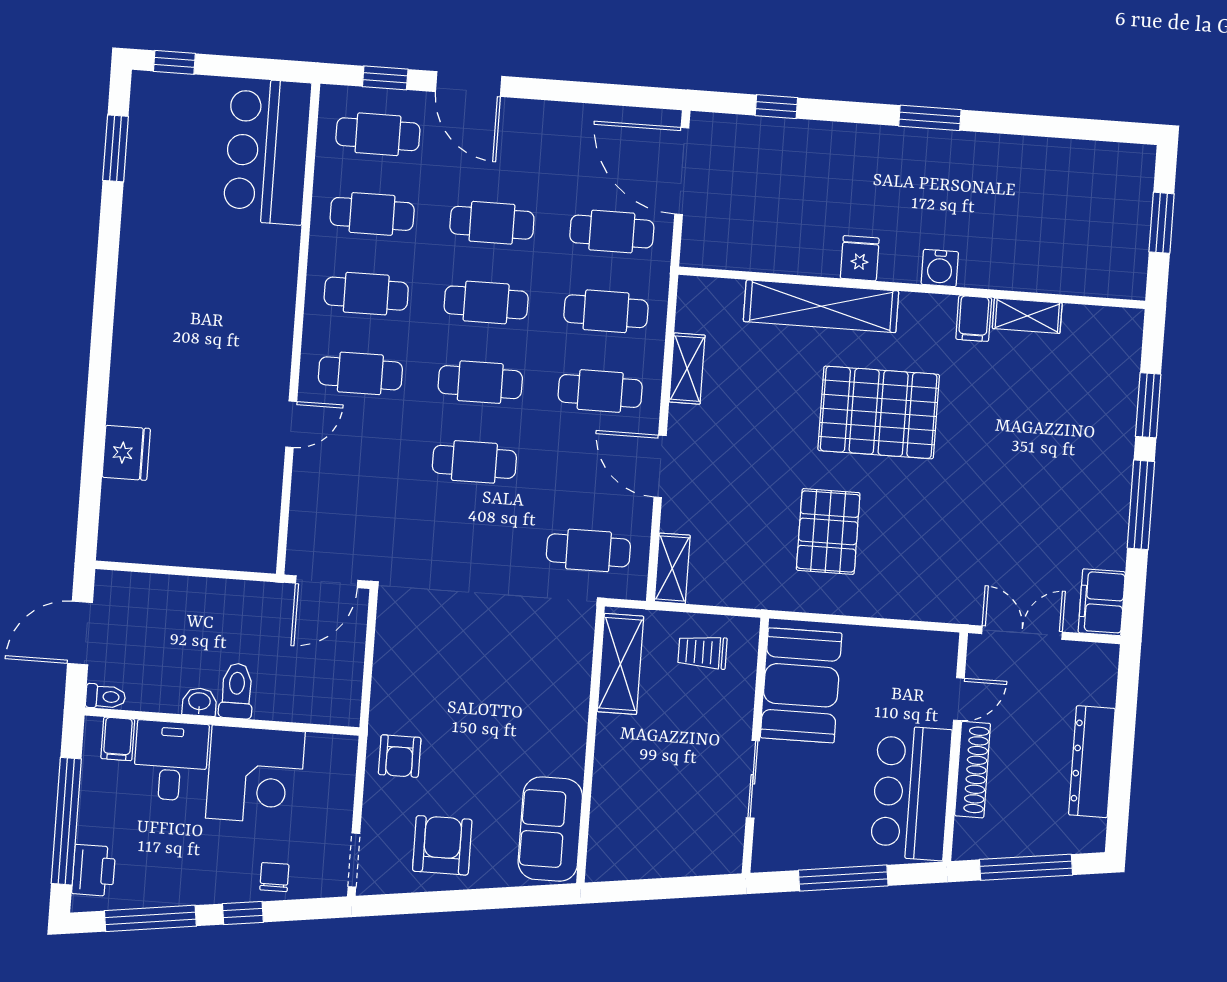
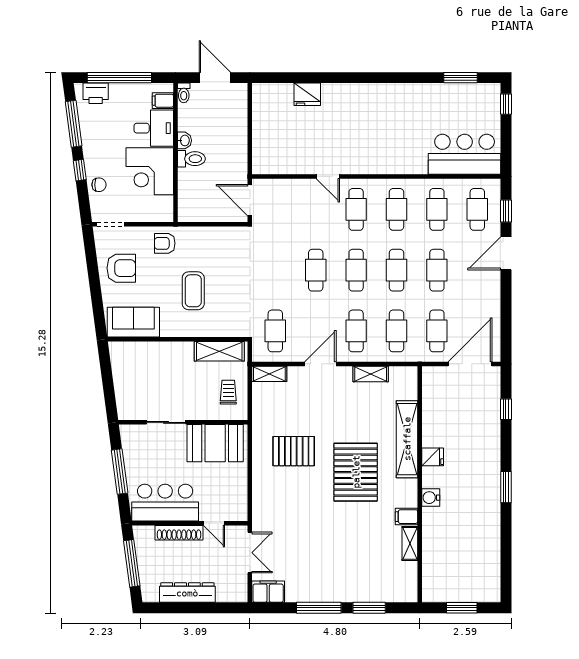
coffee table: (497, 707) -> (193, 291), added

